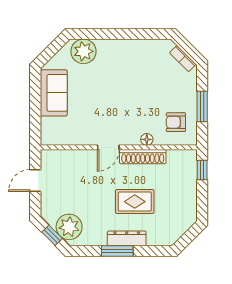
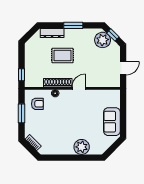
plant: (84, 51) -> (82, 147), moved
dresser: (127, 238) -> (52, 33), moved

